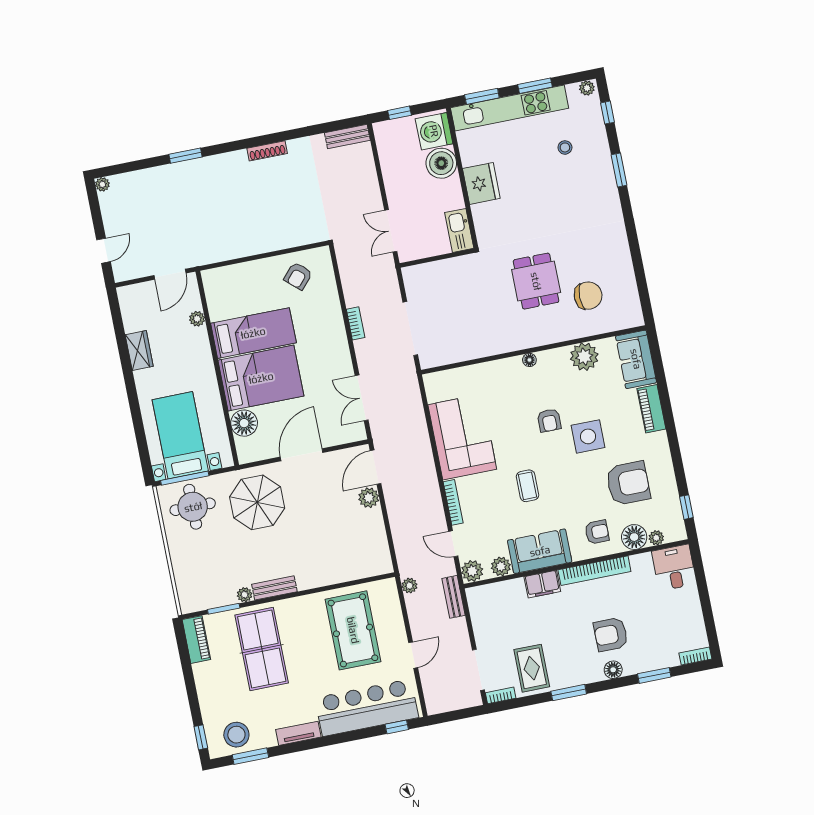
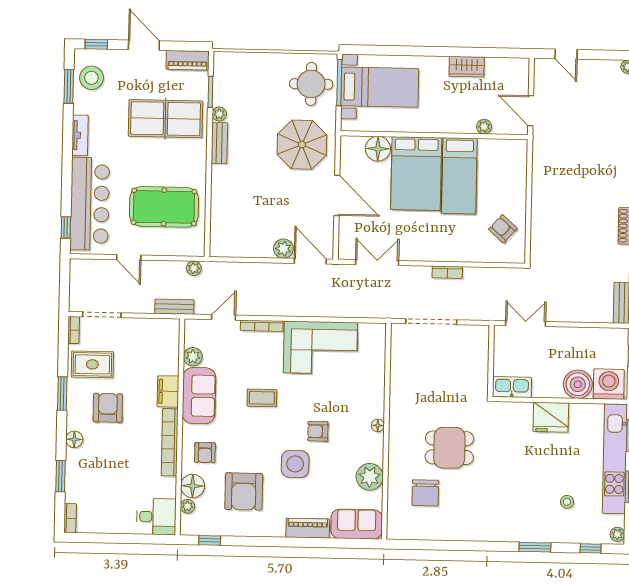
plant: (472, 571) -> (194, 329), removed
armchair: (611, 634) -> (108, 408), moved
door: (191, 688) -> (144, 45), added

